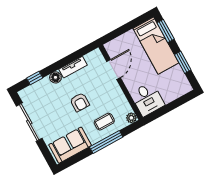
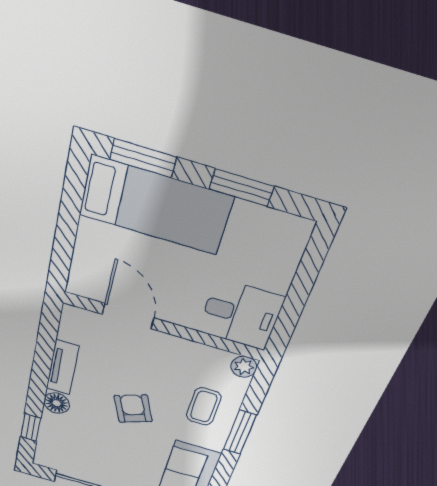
armchair: (80, 102) -> (133, 409), turned -112
window: (106, 142) -> (240, 432), width x0.69

